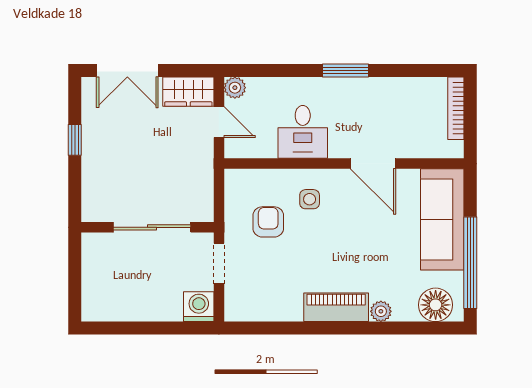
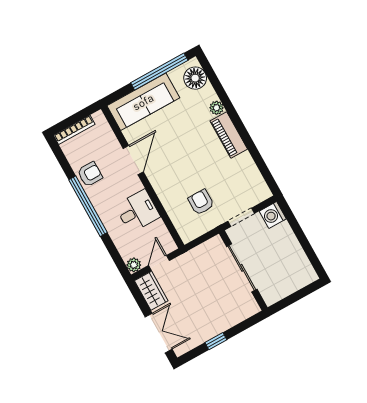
window: (346, 70) -> (88, 206), width x2.11
armchair: (386, 96) -> (90, 174), added
side table: (310, 199) -> (174, 185), removed
armchair: (268, 222) -> (201, 202), turned 90

